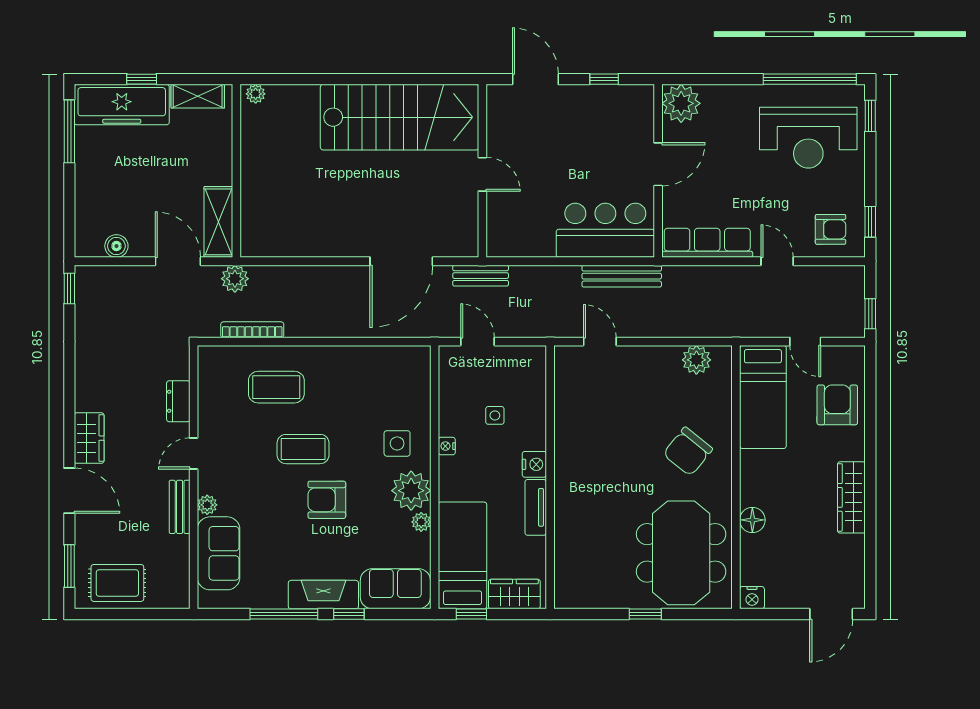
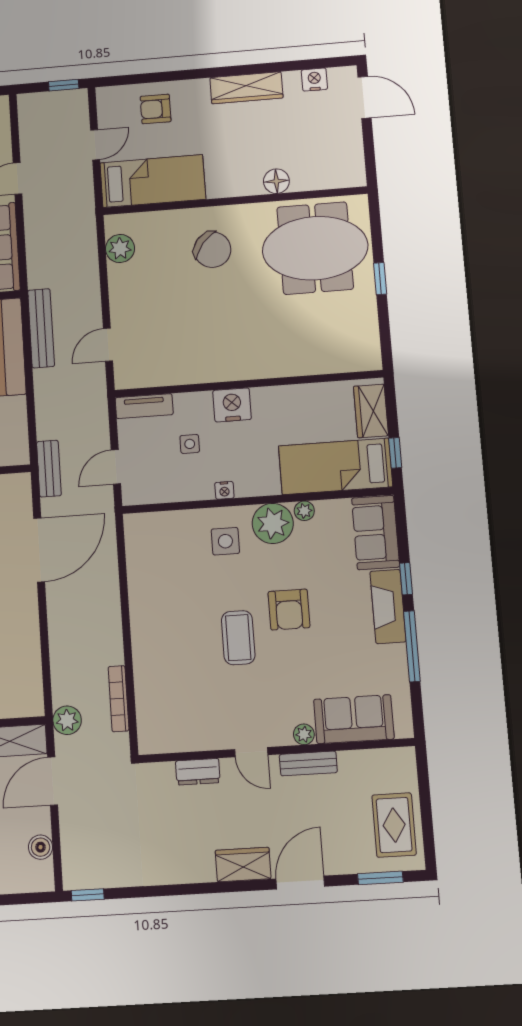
door: (401, 261) -> (39, 550), hinge flipped
coffee table: (276, 387) -> (176, 670), removed
armchair: (837, 405) -> (156, 109), width x0.72, depth x0.72
nightstand: (534, 464) -> (232, 405), width x1.36, depth x1.33
tv unit: (536, 507) -> (144, 406), moved
nightstand: (752, 598) -> (314, 80), moved, turned -90

